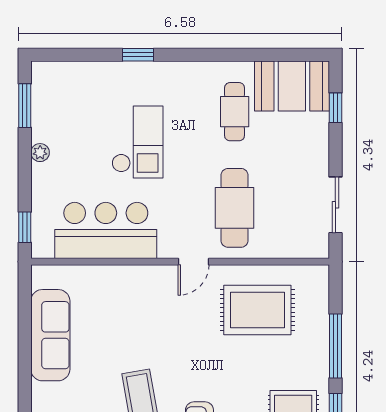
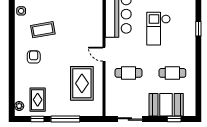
booth: (292, 86) -> (166, 105), moved, turned 90
checkout: (137, 142) -> (159, 29), turned 90
cafe table: (235, 208) -> (128, 73), width x0.73, depth x0.74

